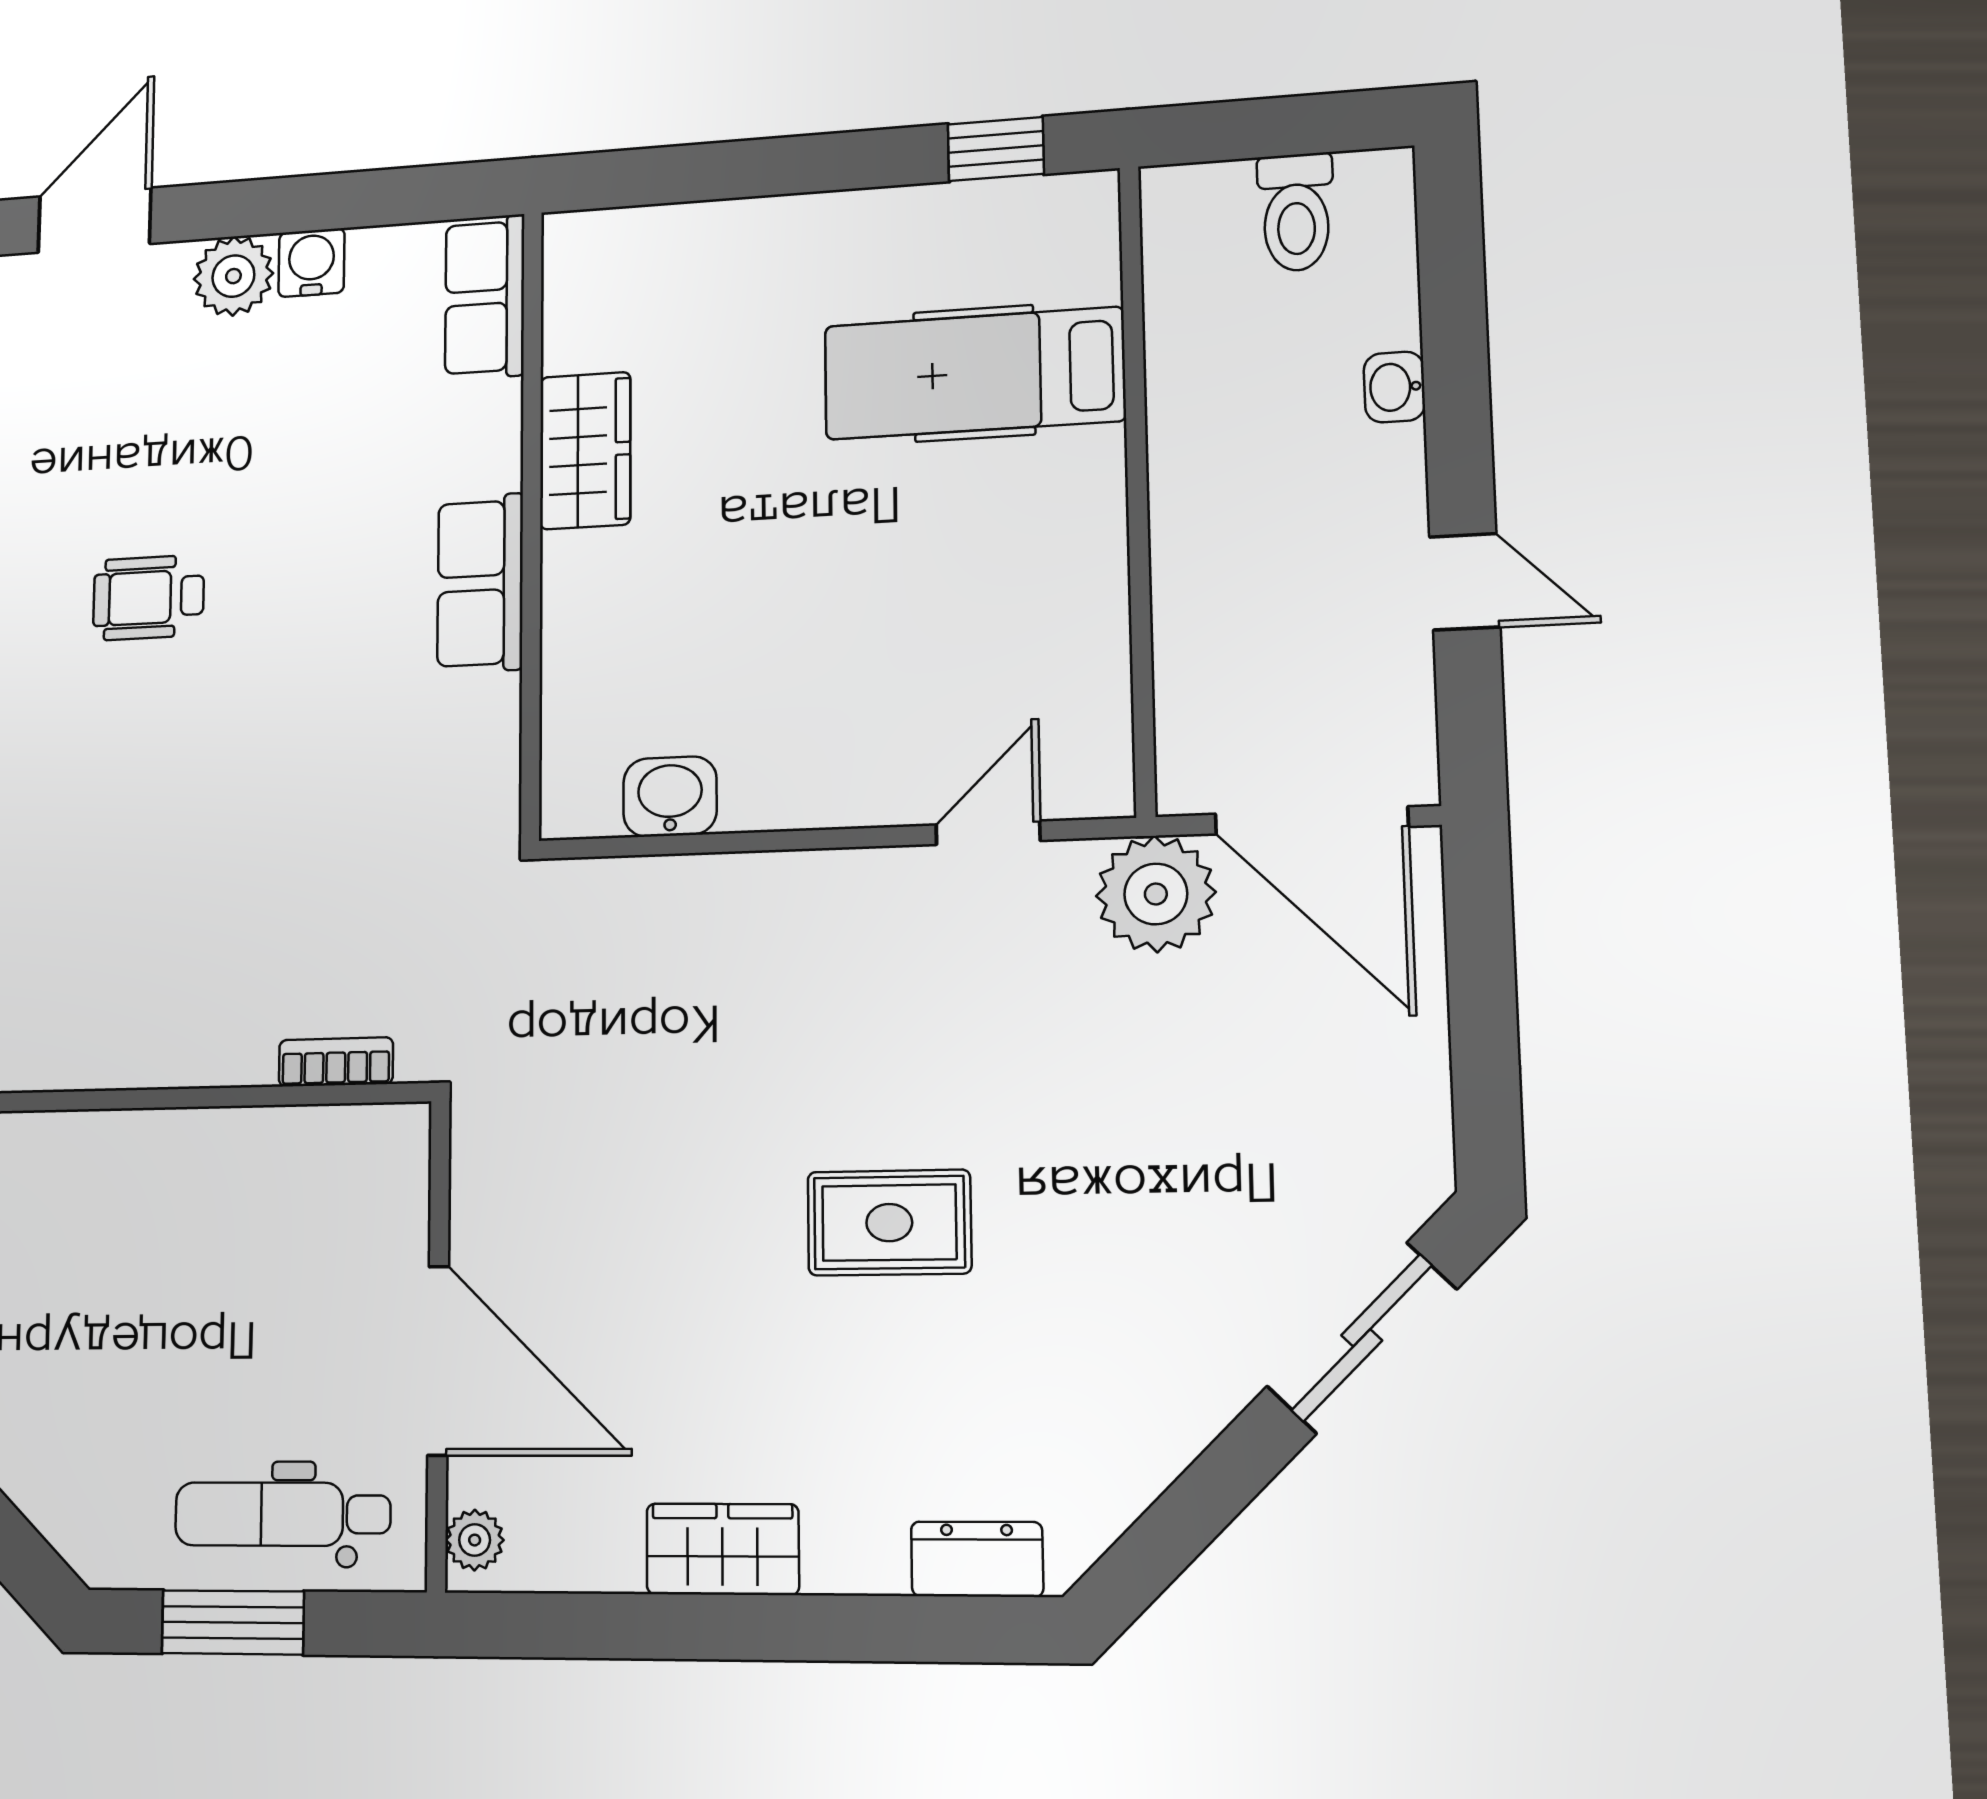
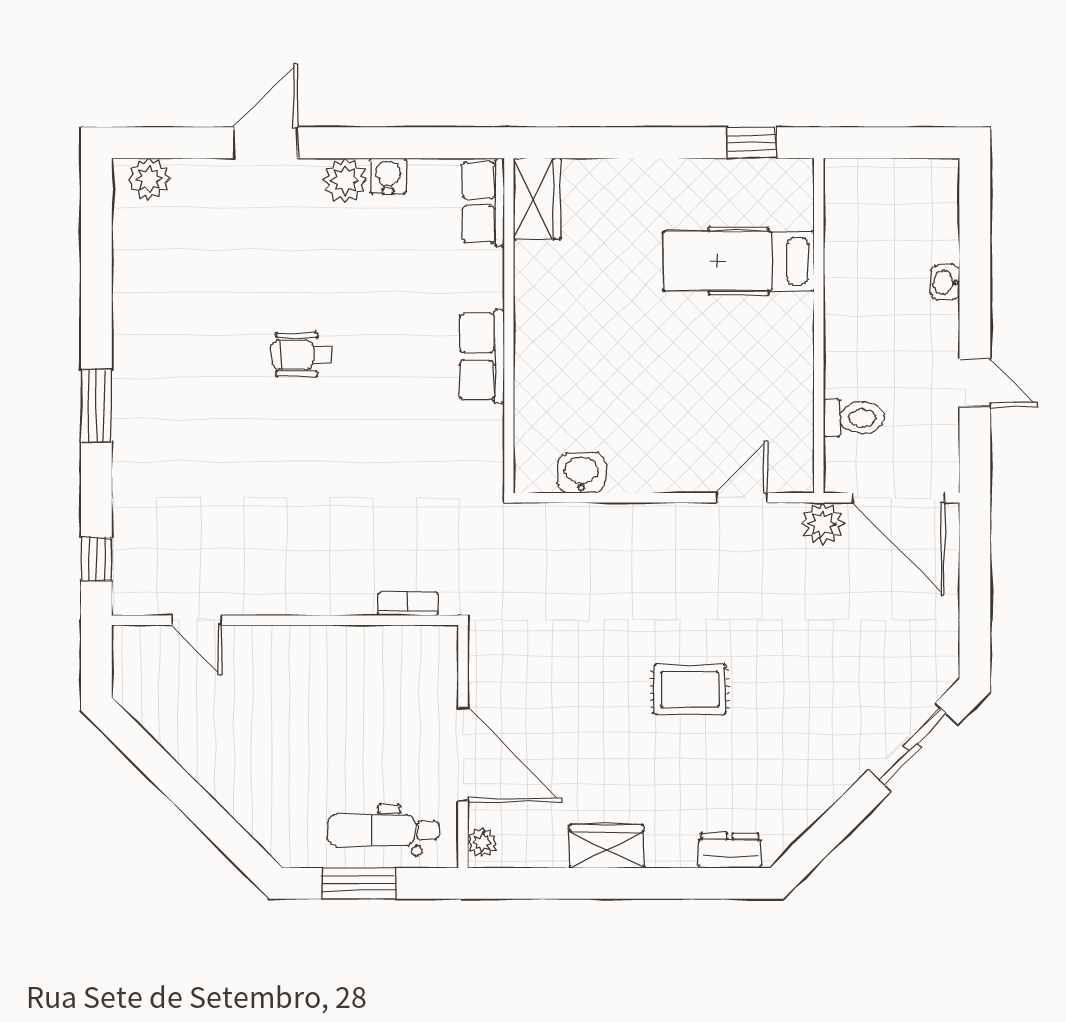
toilet: (1296, 212) -> (854, 418), moved, turned -90
wardrobe: (585, 451) -> (537, 199), moved
plant: (1156, 894) -> (823, 524), width x0.73, depth x0.73

